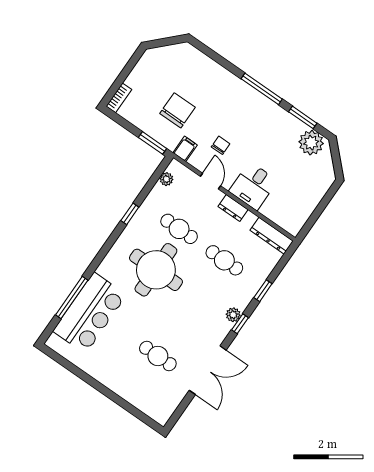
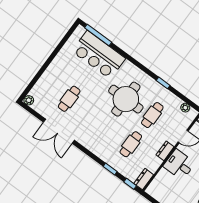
dresser: (272, 236) -> (144, 179), width x0.70
window: (72, 297) -> (98, 35), moved
plant: (233, 315) -> (29, 100), moved
window: (240, 324) -> (130, 184), moved

